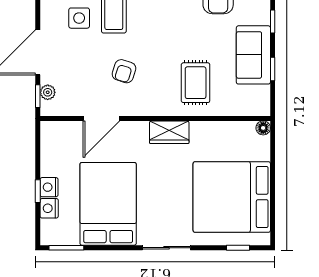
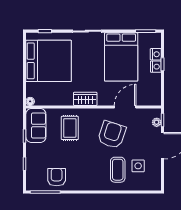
sofa: (253, 55) -> (36, 125), moved
armchair: (124, 71) -> (112, 135), width x1.88, depth x1.88

